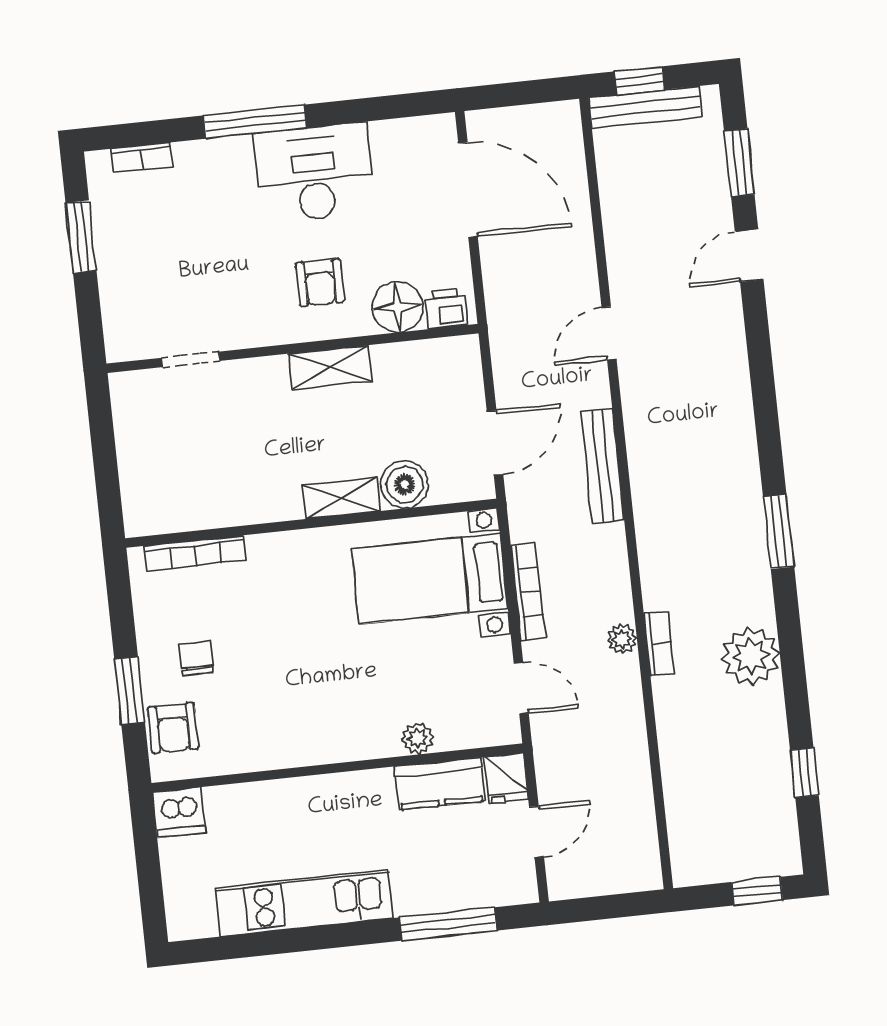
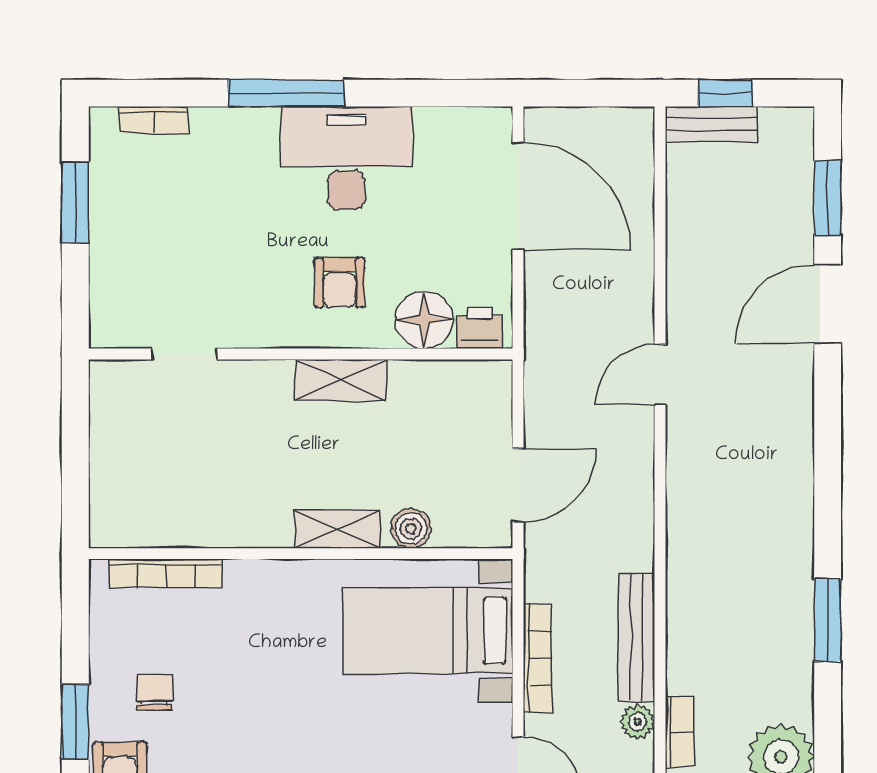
bench: (645, 107) -> (711, 124), width x0.73
door: (749, 255) -> (828, 304), width x1.38
bench: (603, 466) -> (637, 637), moved
boiler: (405, 485) -> (411, 529), width x0.73, depth x0.73

